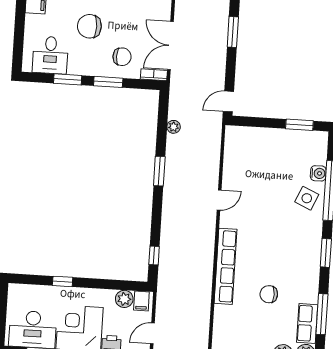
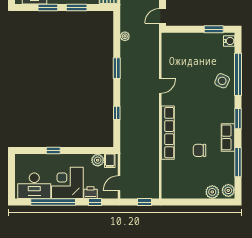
water cooler: (318, 173) -> (229, 41), moved
window: (154, 256) -> (117, 113), moved
row of seats: (307, 323) -> (228, 137), moved

